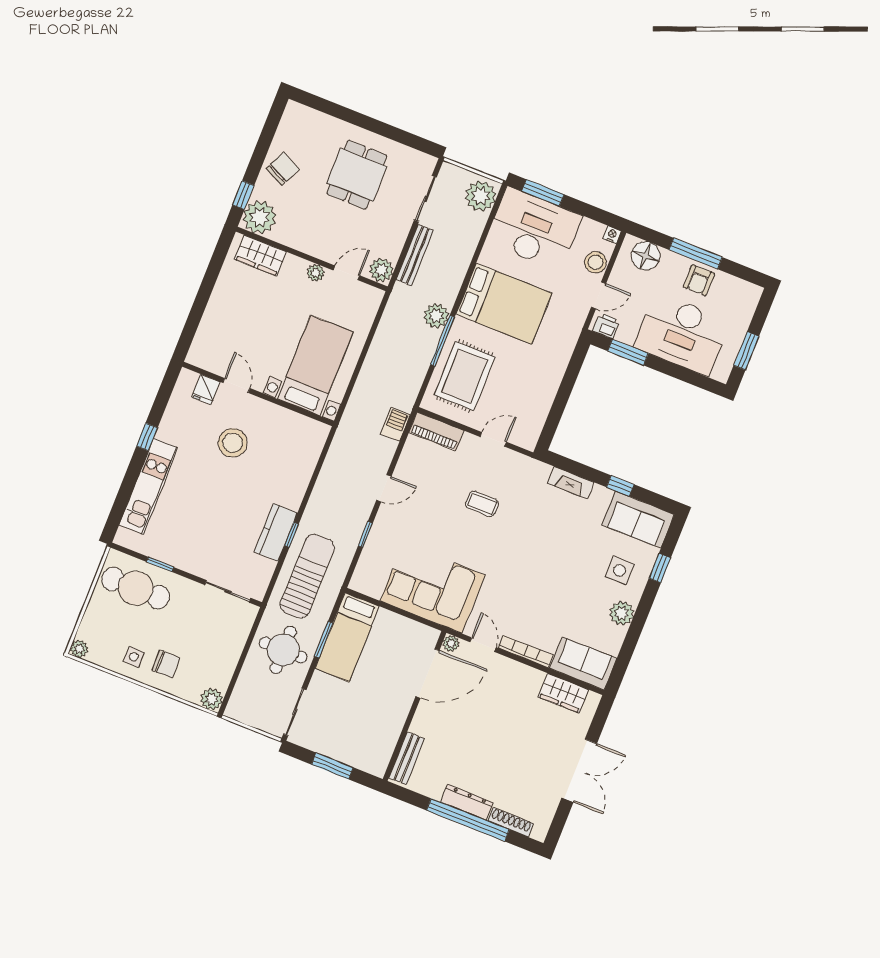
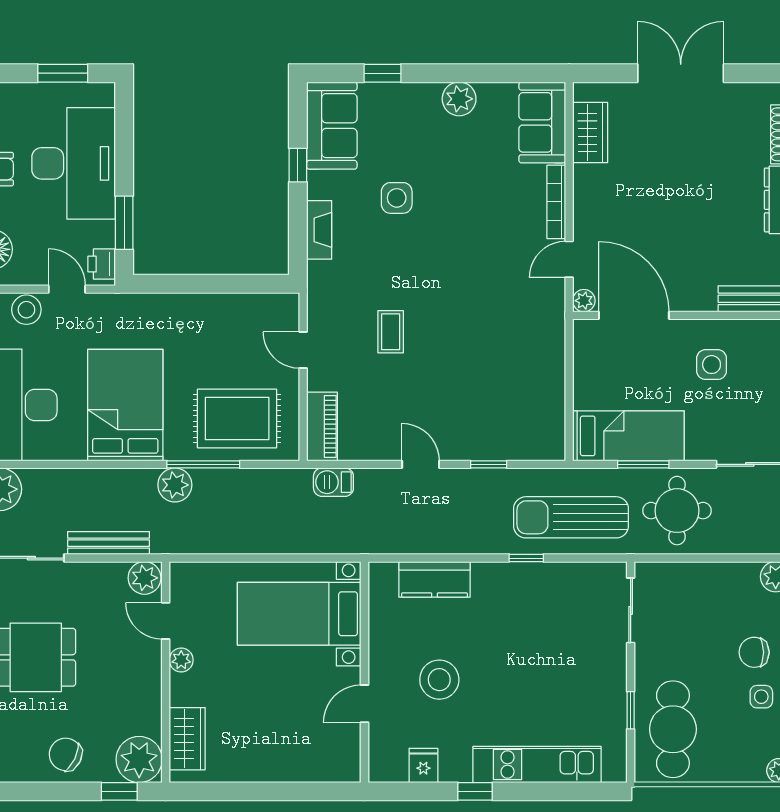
fridge: (206, 389) -> (423, 765), moved, turned -90
kitchen counter: (276, 533) -> (434, 579), moved
side table: (620, 570) -> (397, 198), moved
corner sofa: (433, 588) -> (523, 352), removed
chair: (166, 664) -> (754, 652), turned -90
side table: (373, 713) -> (712, 365), added

